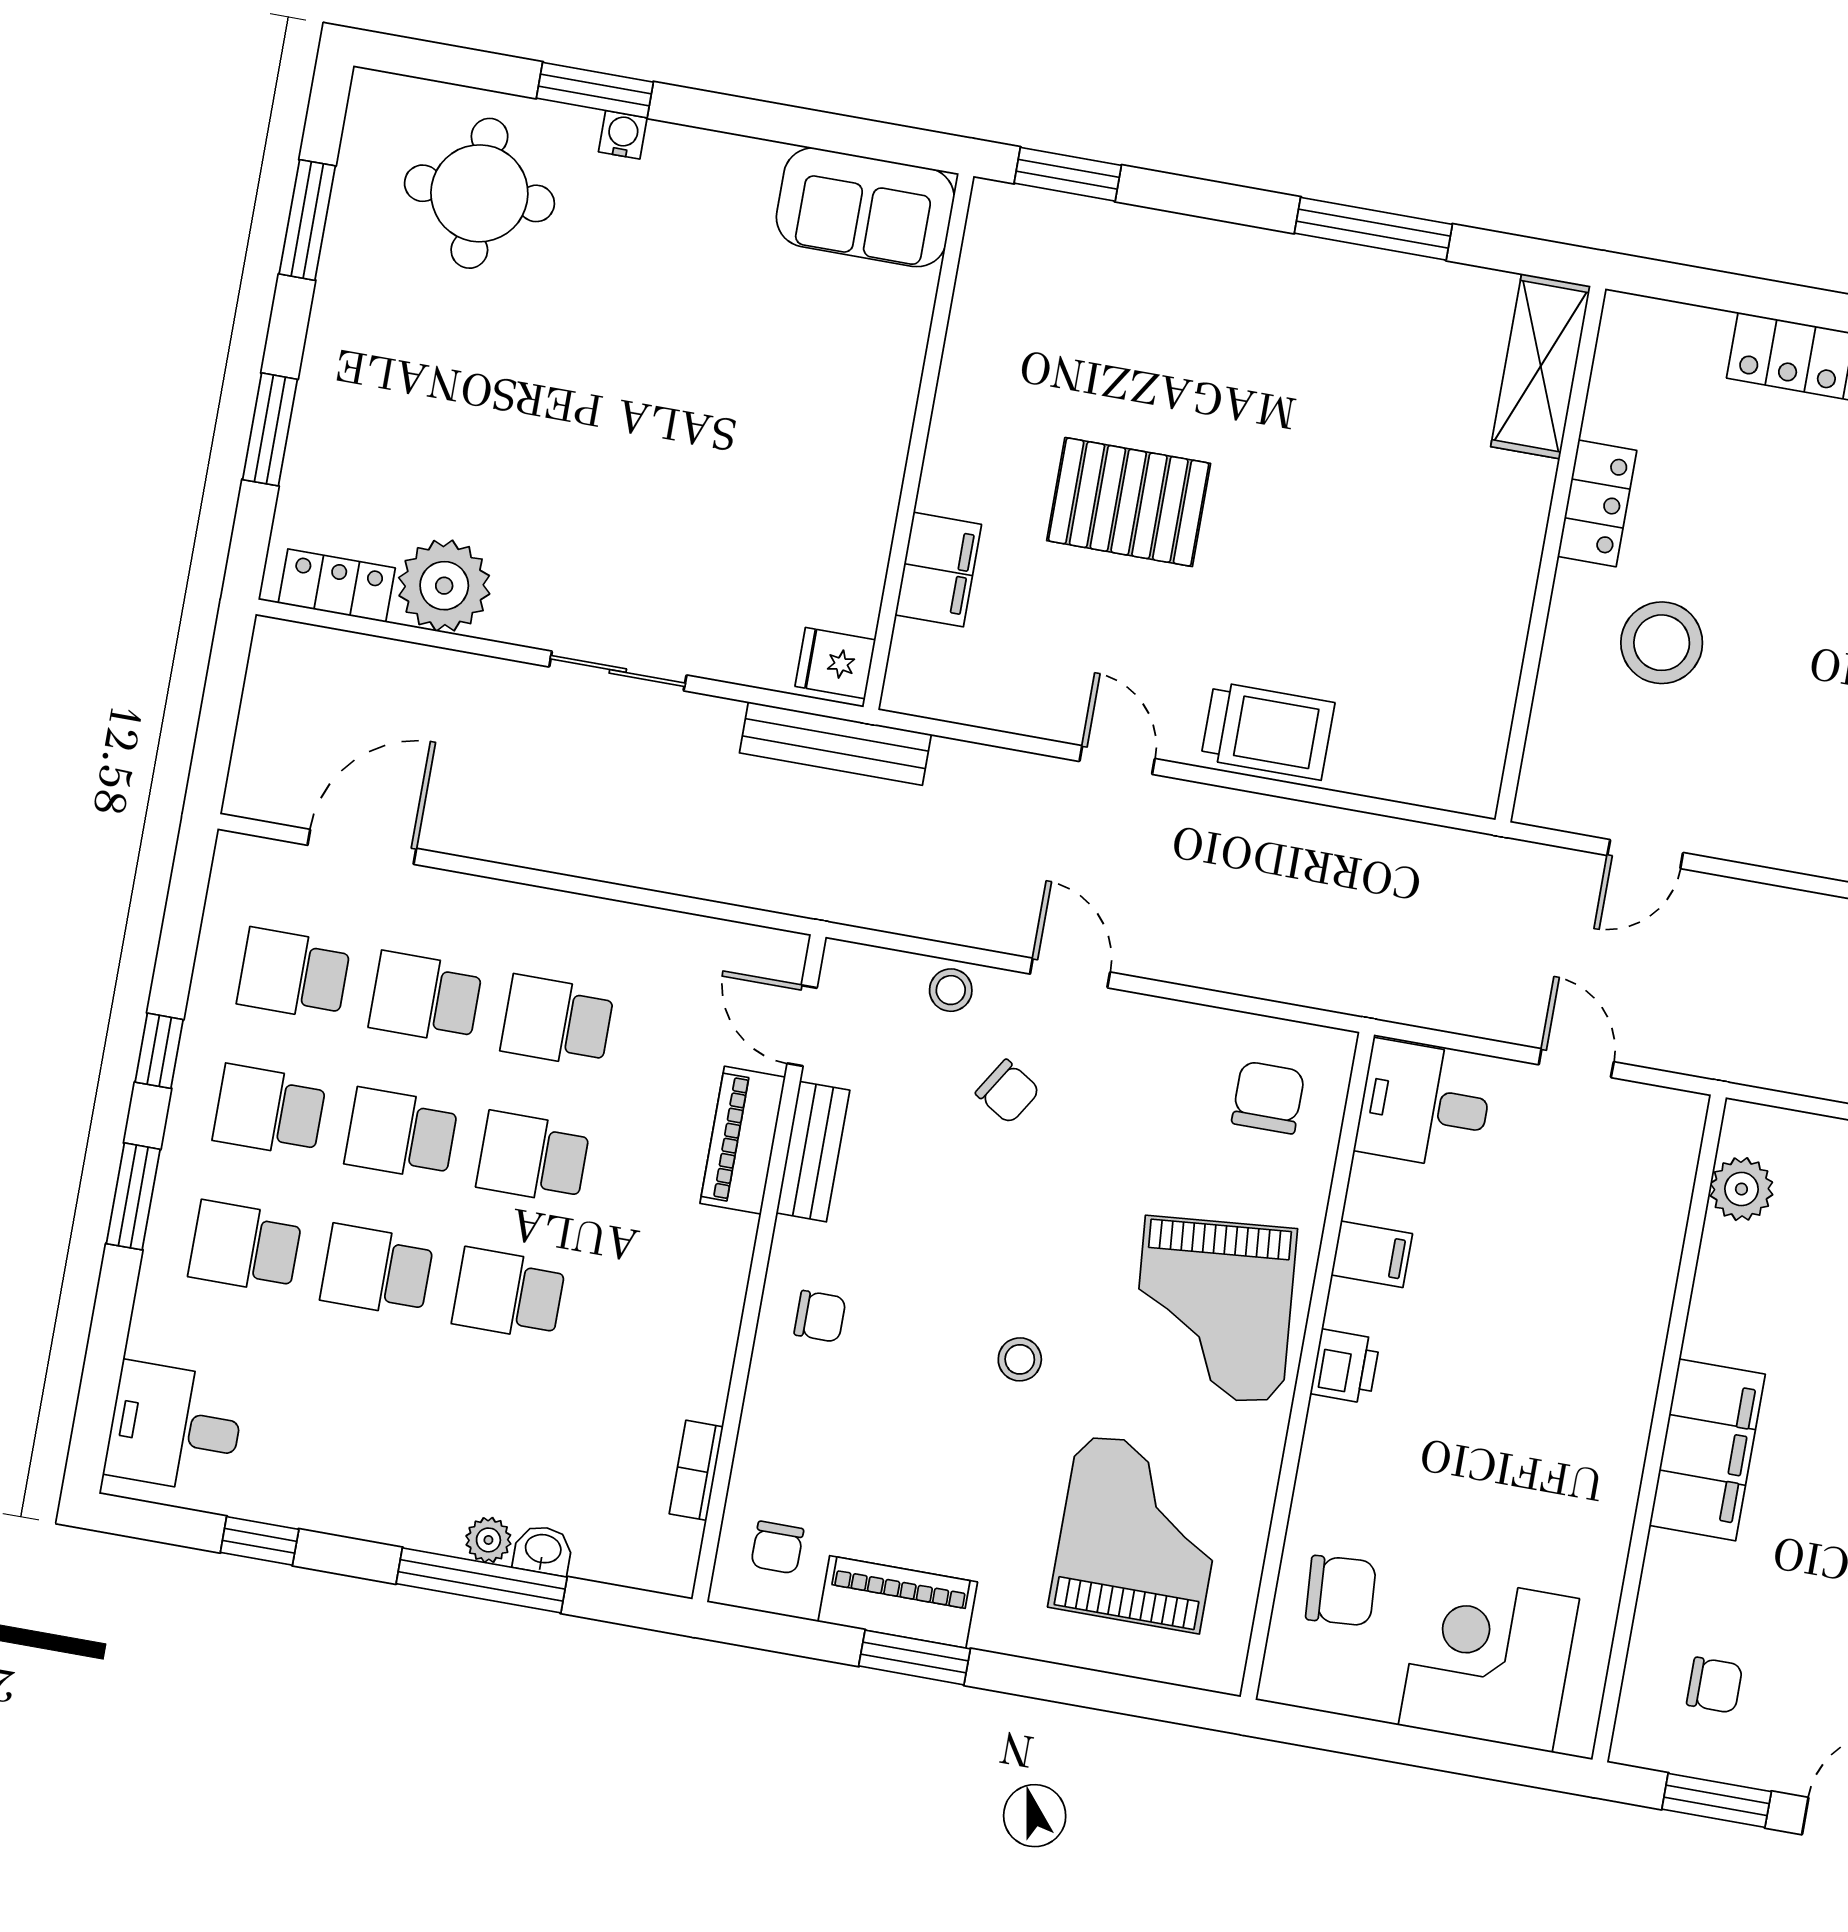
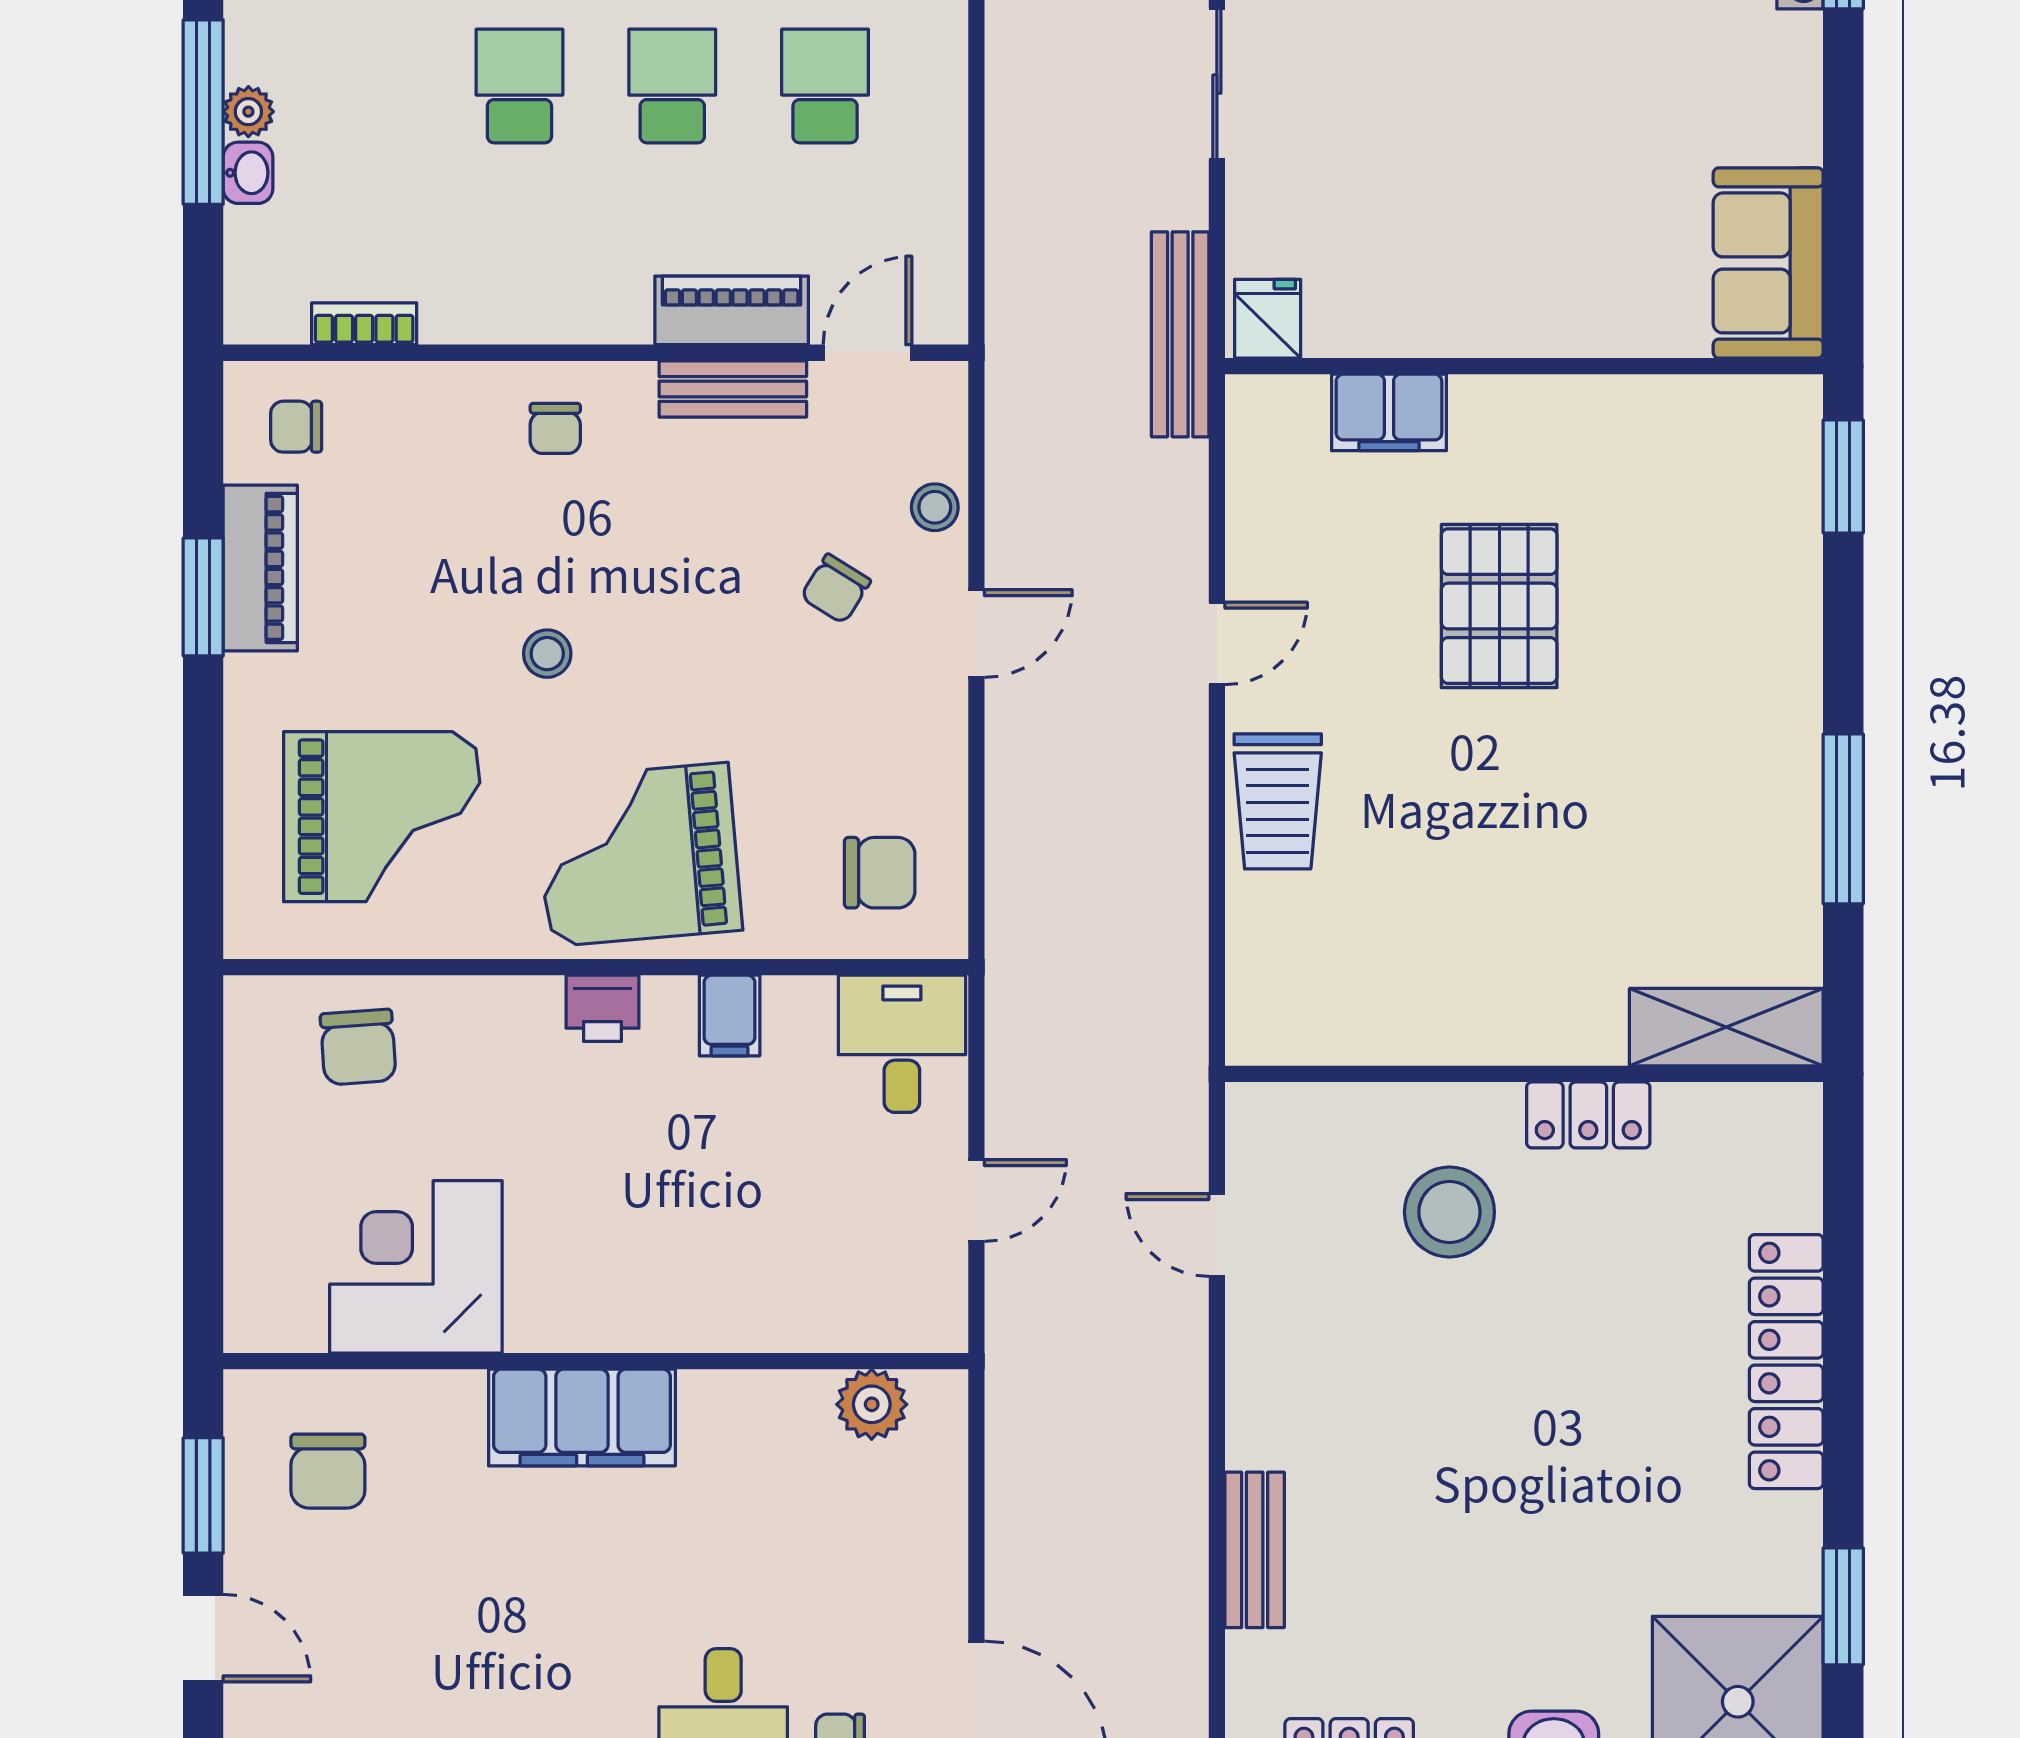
corner desk: (1489, 1662) -> (416, 1267), moved, turned -90
chair: (1715, 1685) -> (328, 1471), width x1.37, depth x1.37

